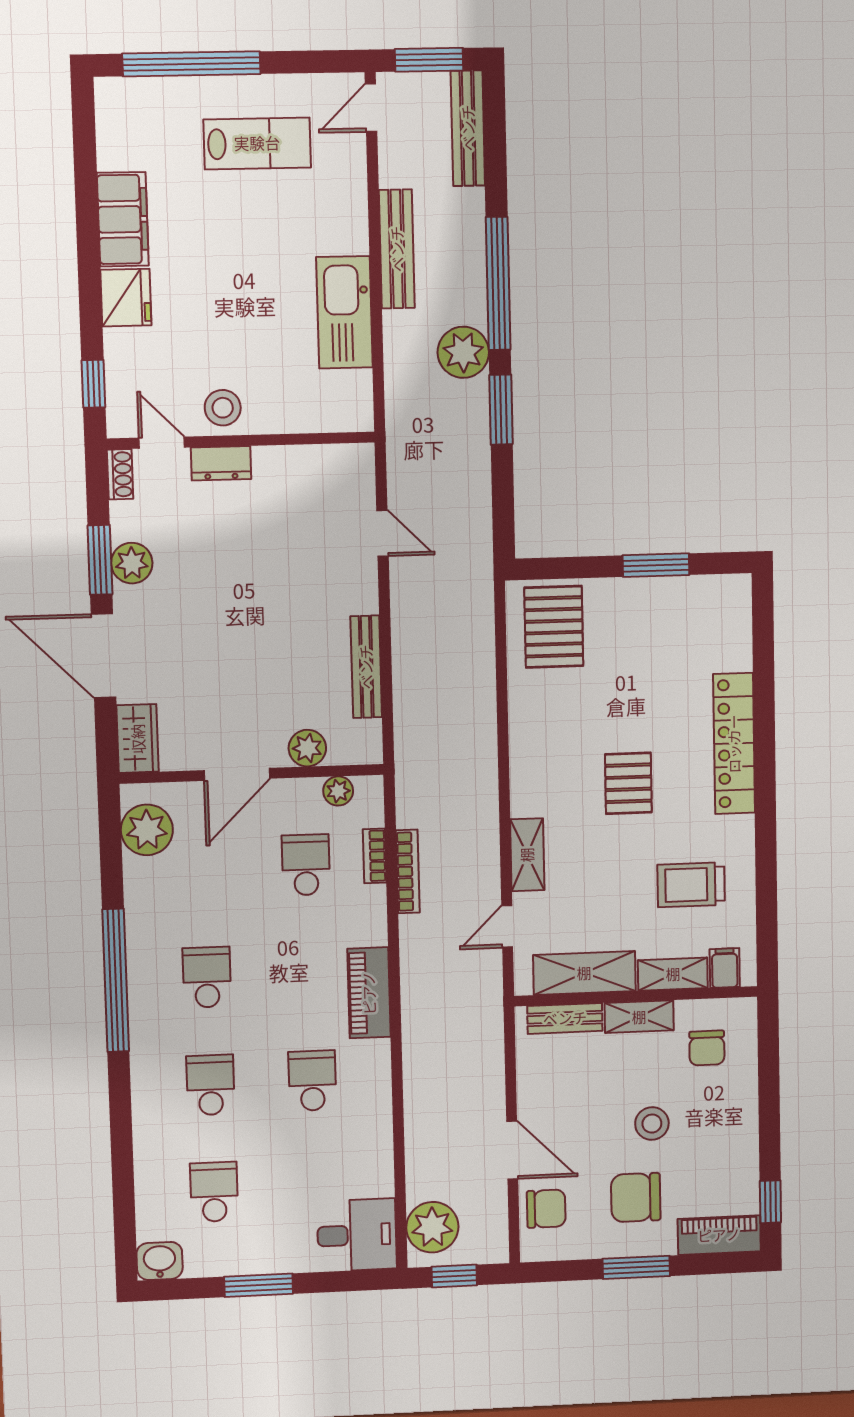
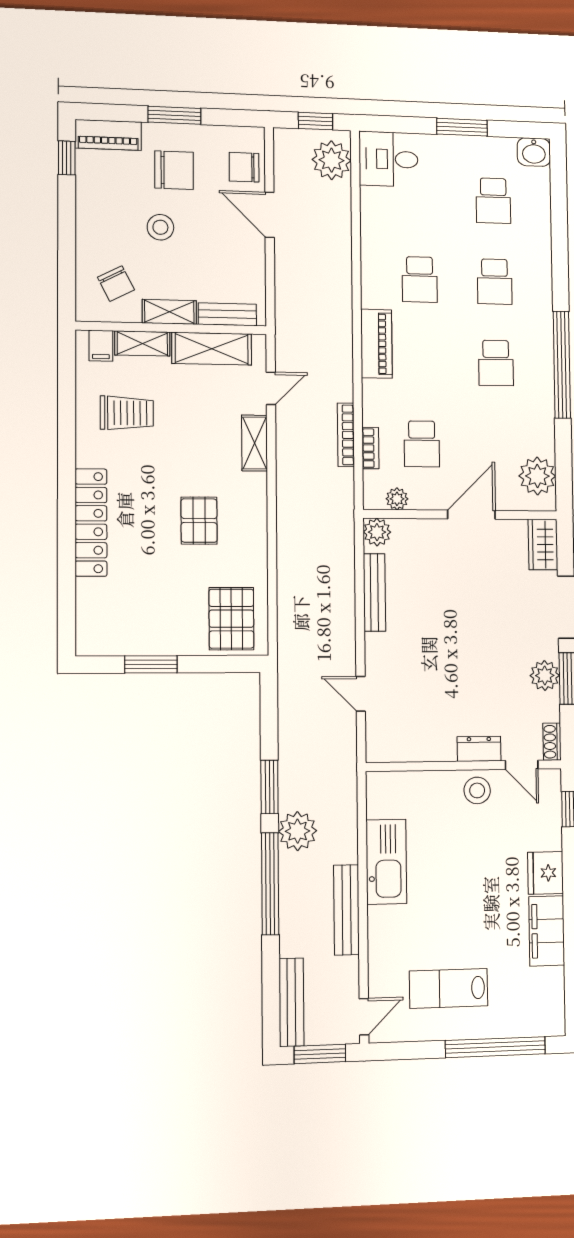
plant: (307, 748) -> (377, 532), moved
pallet: (628, 783) -> (199, 521), moved
chair: (707, 1048) -> (116, 284), turned 153

